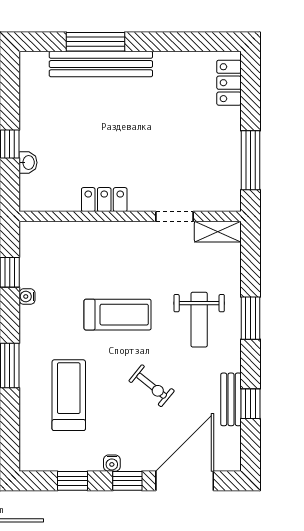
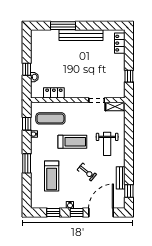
bench: (101, 64) -> (81, 35), moved
window: (251, 160) -> (129, 76), width x0.46
locker: (104, 200) -> (54, 93), moved
exercise mat: (66, 260) -> (50, 118), added
window: (251, 318) -> (129, 143), removed
treadmill: (69, 395) -> (52, 176), turned 180
window: (251, 404) -> (129, 191), moved

